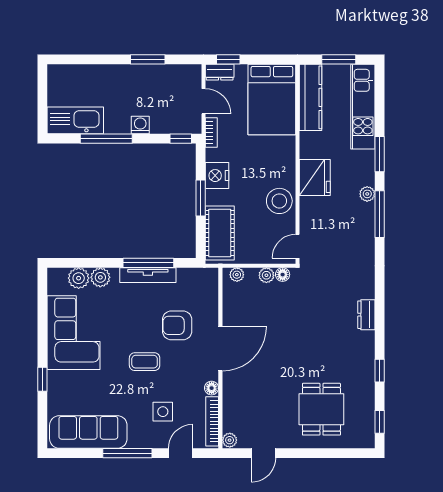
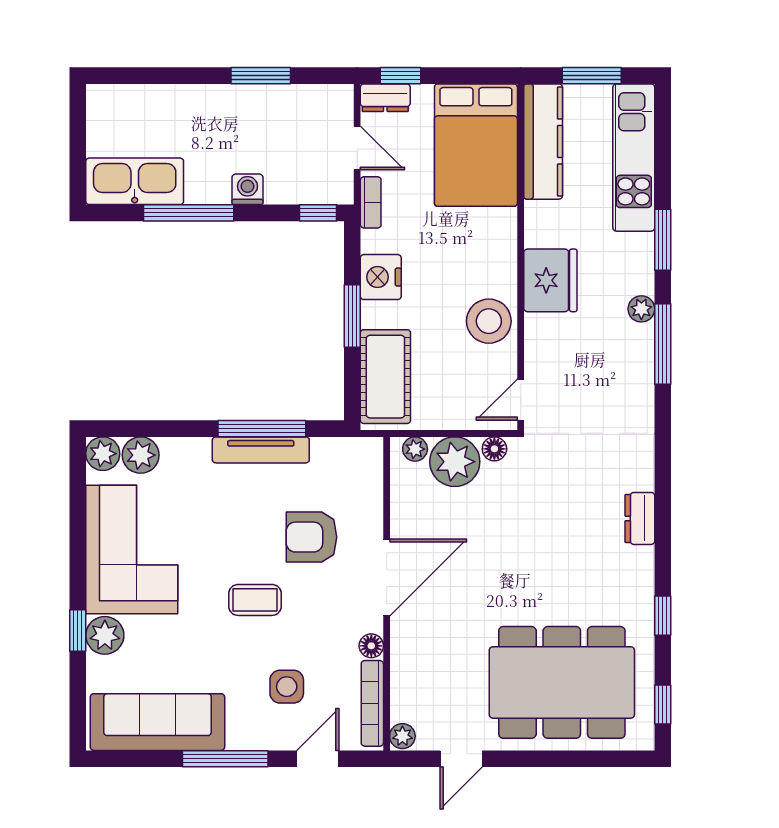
plant: (266, 275) -> (455, 462), width x1.87, depth x1.87
plant: (100, 277) -> (103, 454), moved
plant: (58, 382) -> (105, 635), added
dining table: (321, 409) -> (562, 682), width x1.88, depth x1.24

